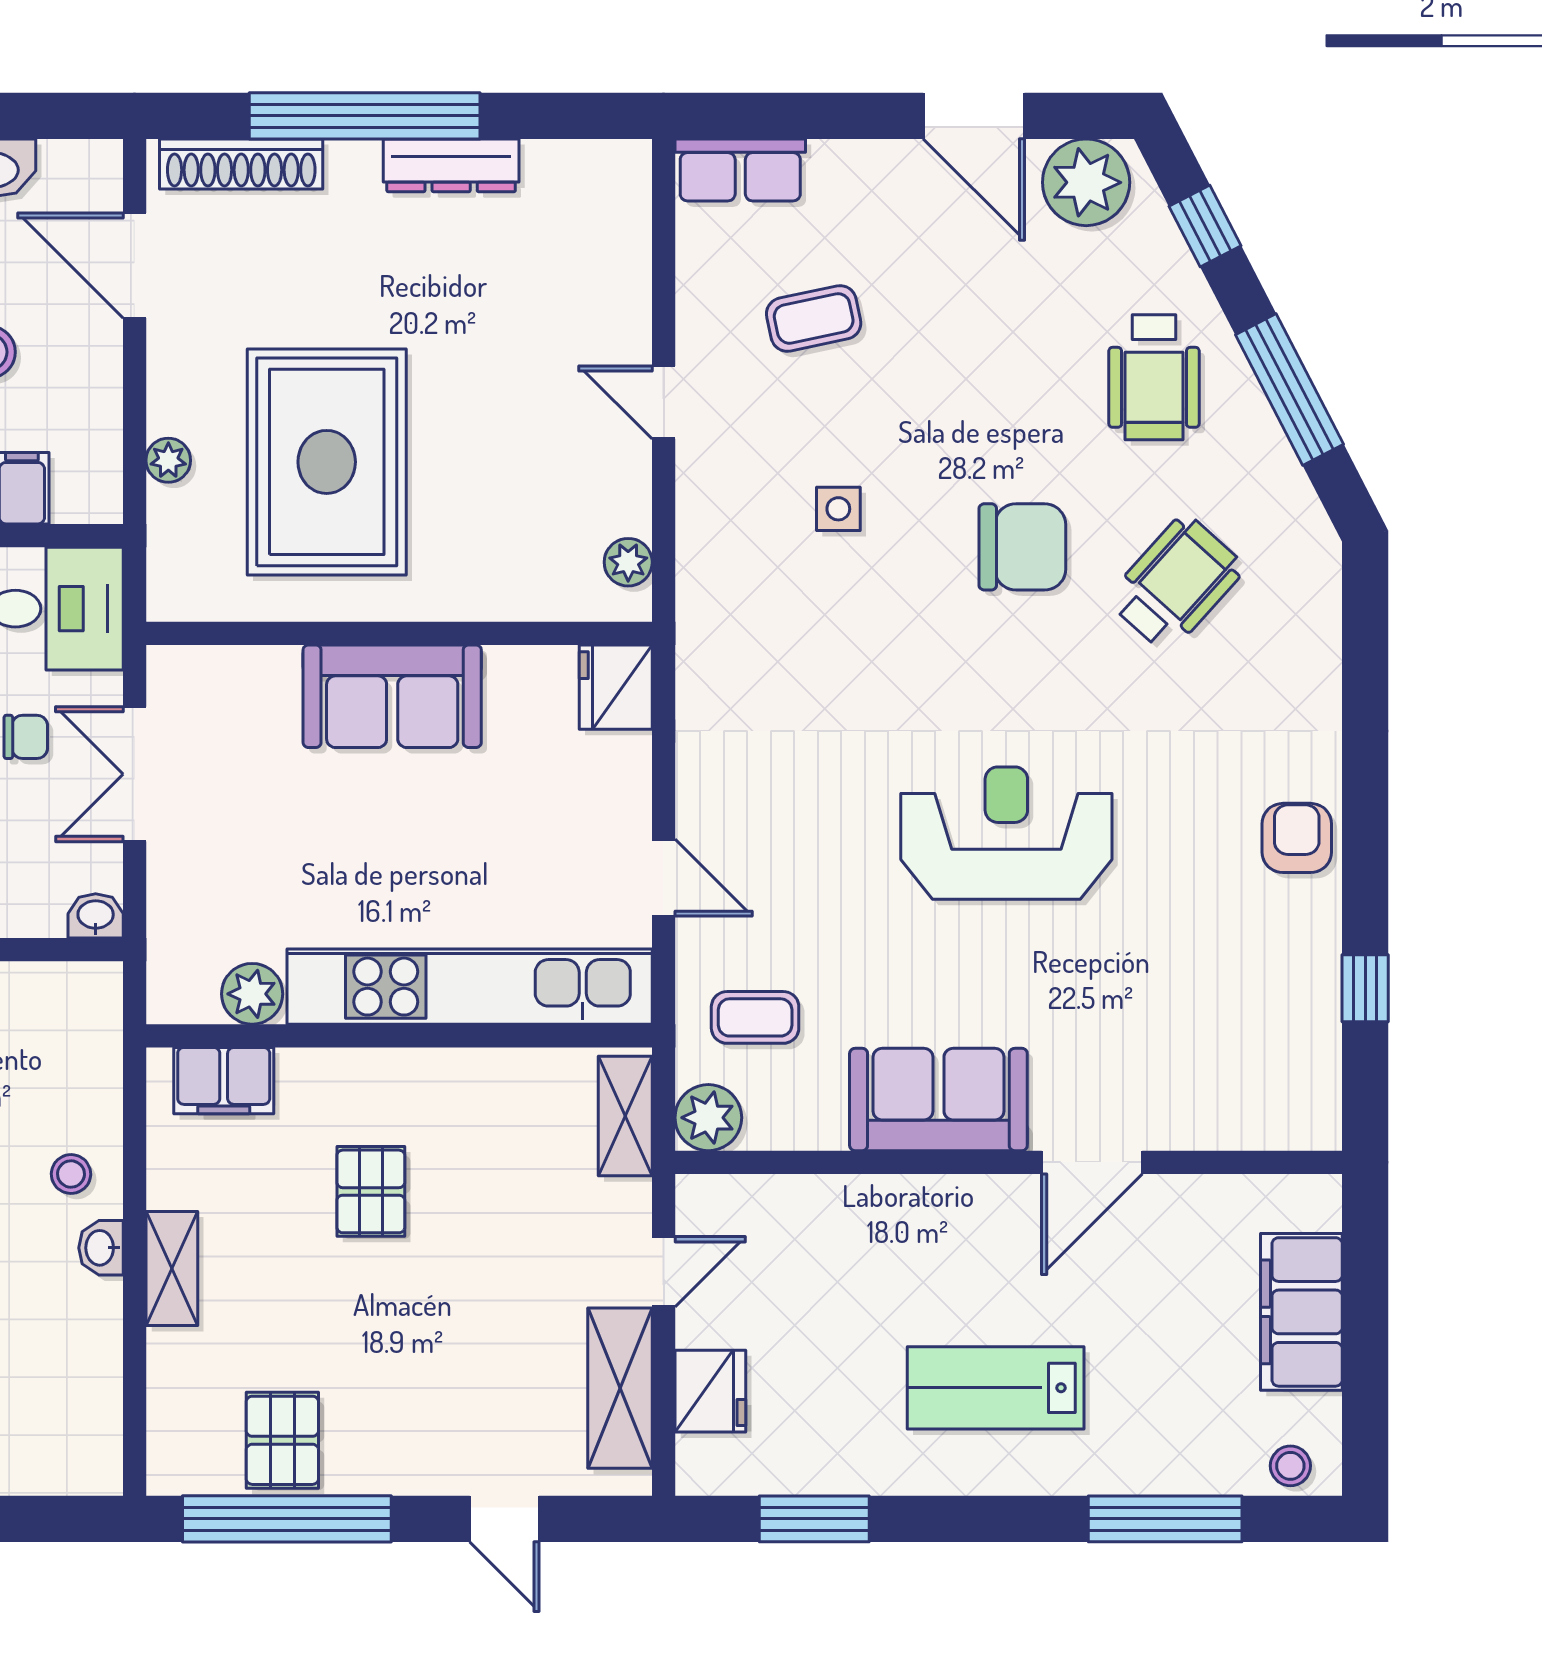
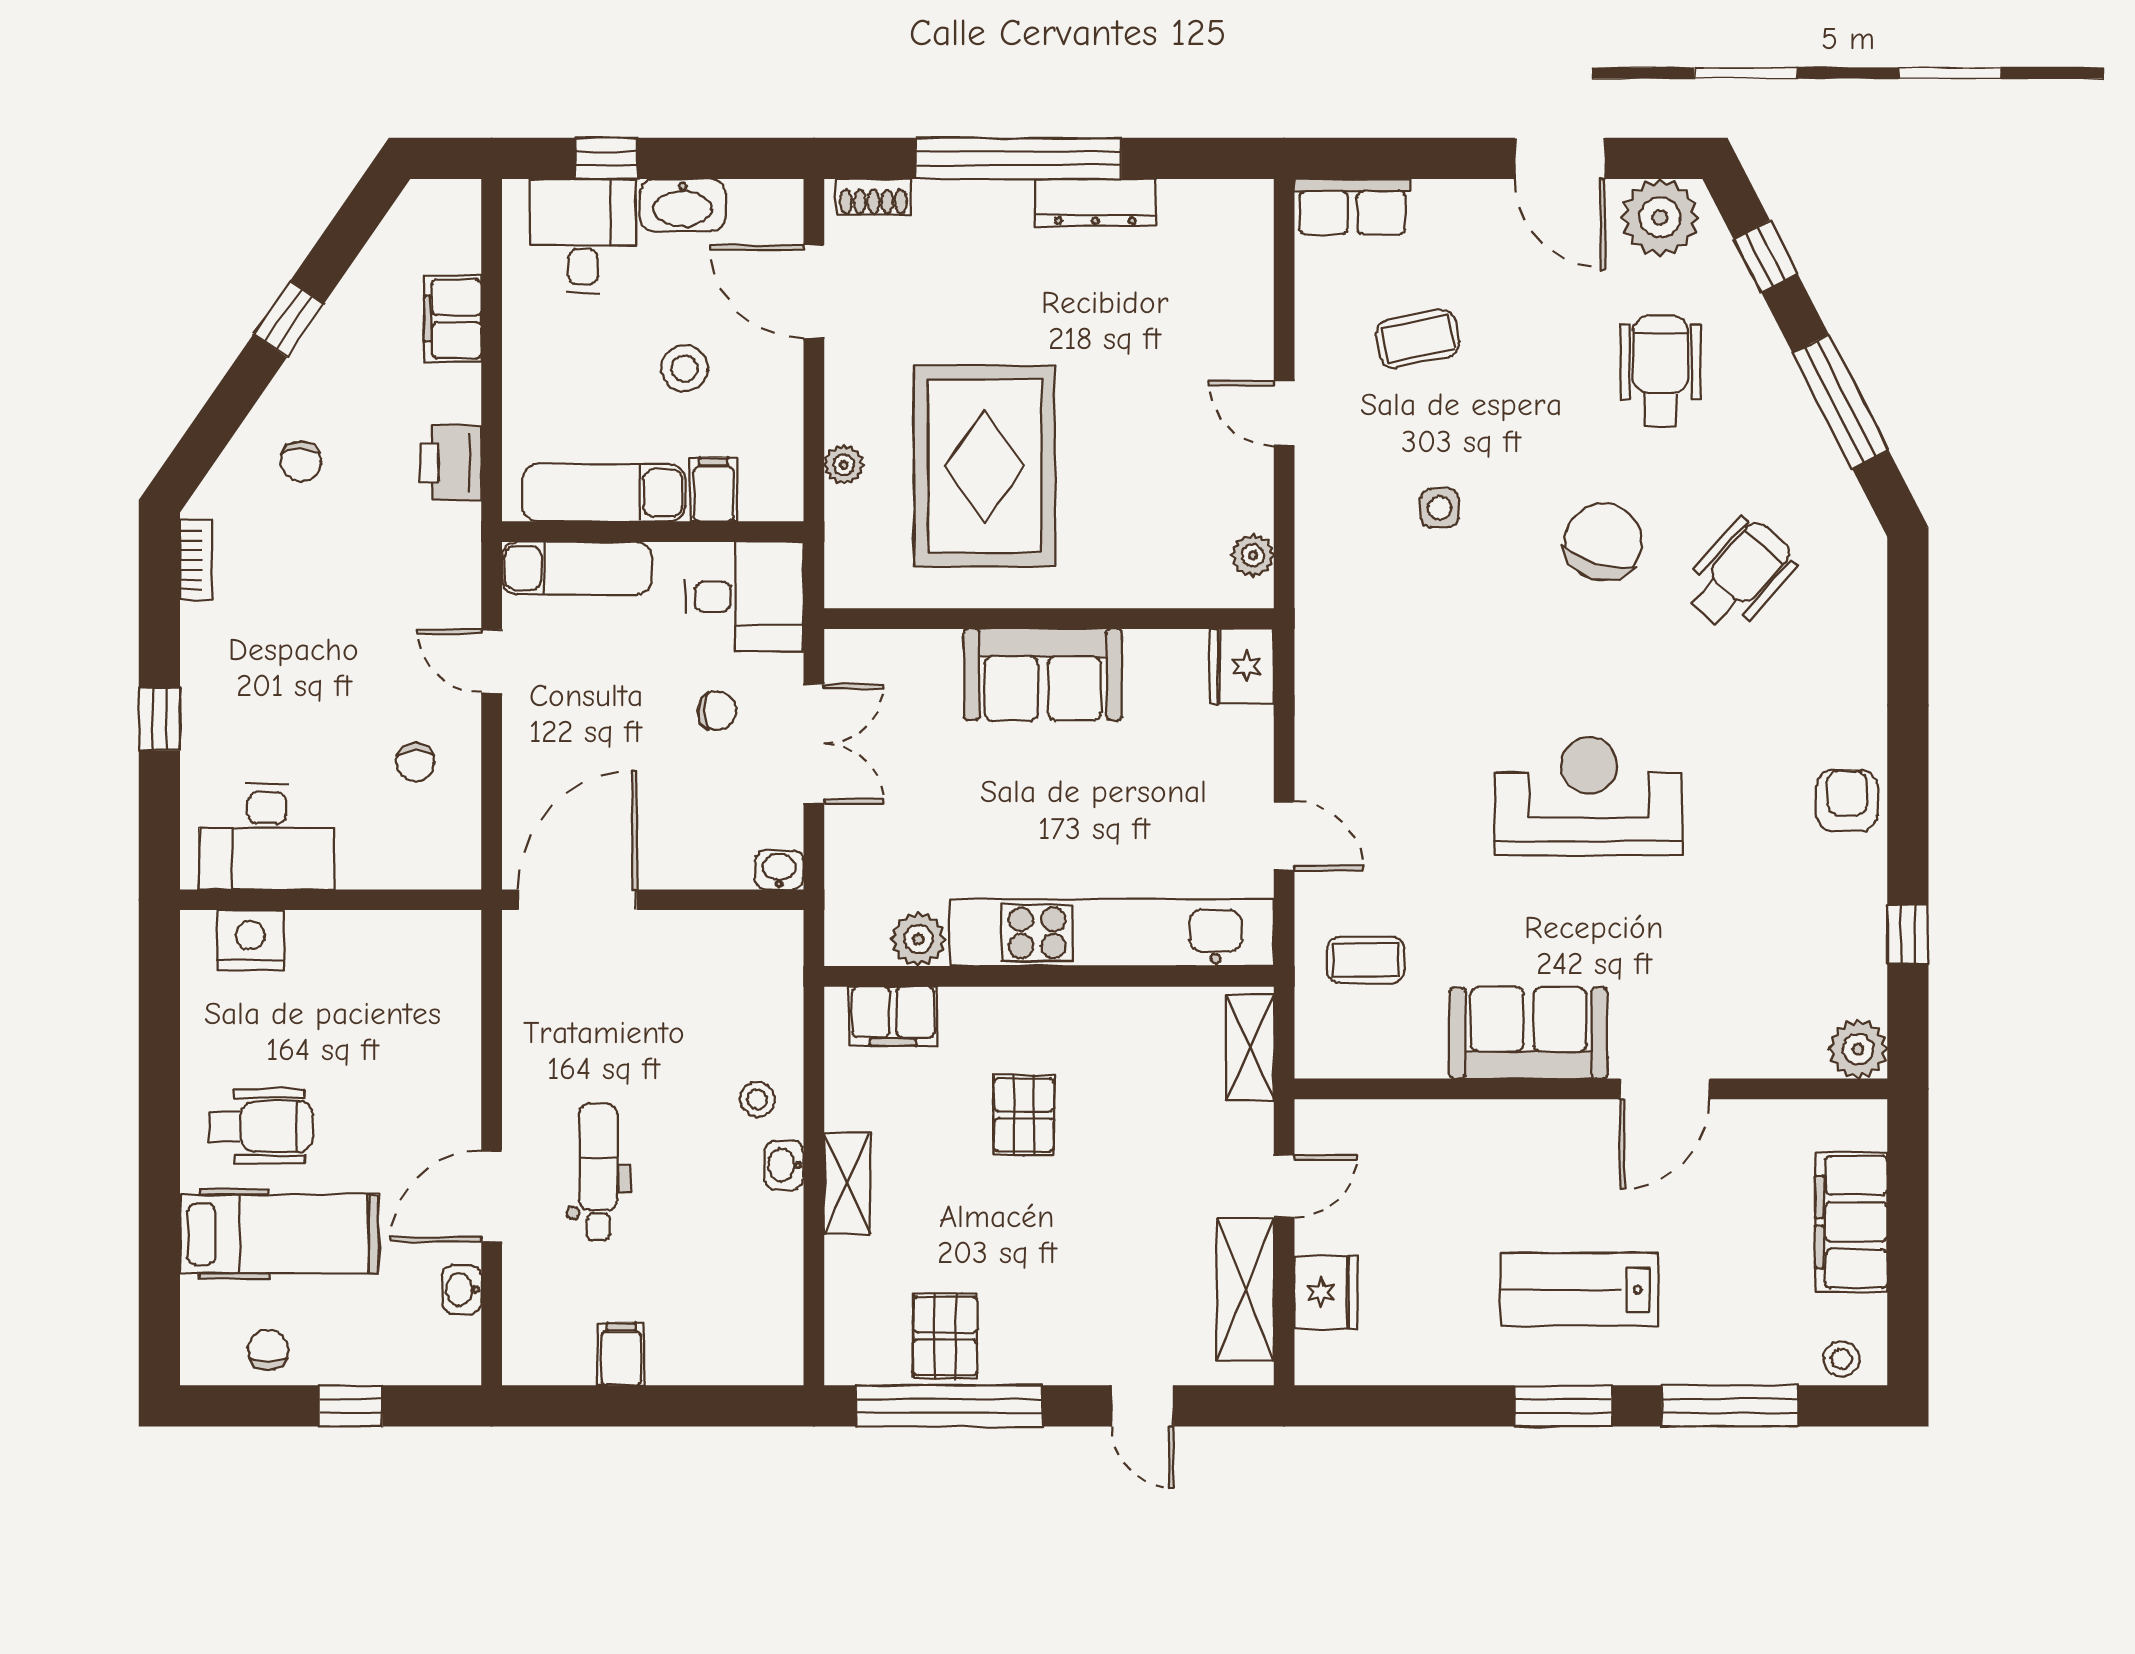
shoe rack: (241, 164) -> (873, 197), width x0.51, depth x0.81
wheelchair: (1154, 377) -> (1661, 371), moved, turned 180
chair: (1022, 547) -> (1603, 542), turned -73
double door: (135, 774) -> (814, 744), swing flipped
plant: (708, 1118) -> (1858, 1049), moved
window: (814, 1519) -> (1563, 1406), moved

